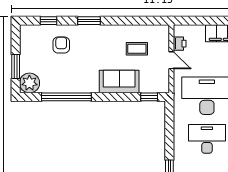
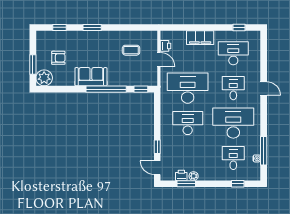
armchair: (61, 45) -> (58, 58), moved, turned 90
sofa: (119, 82) -> (91, 77), moved
window: (66, 97) -> (106, 89), moved

